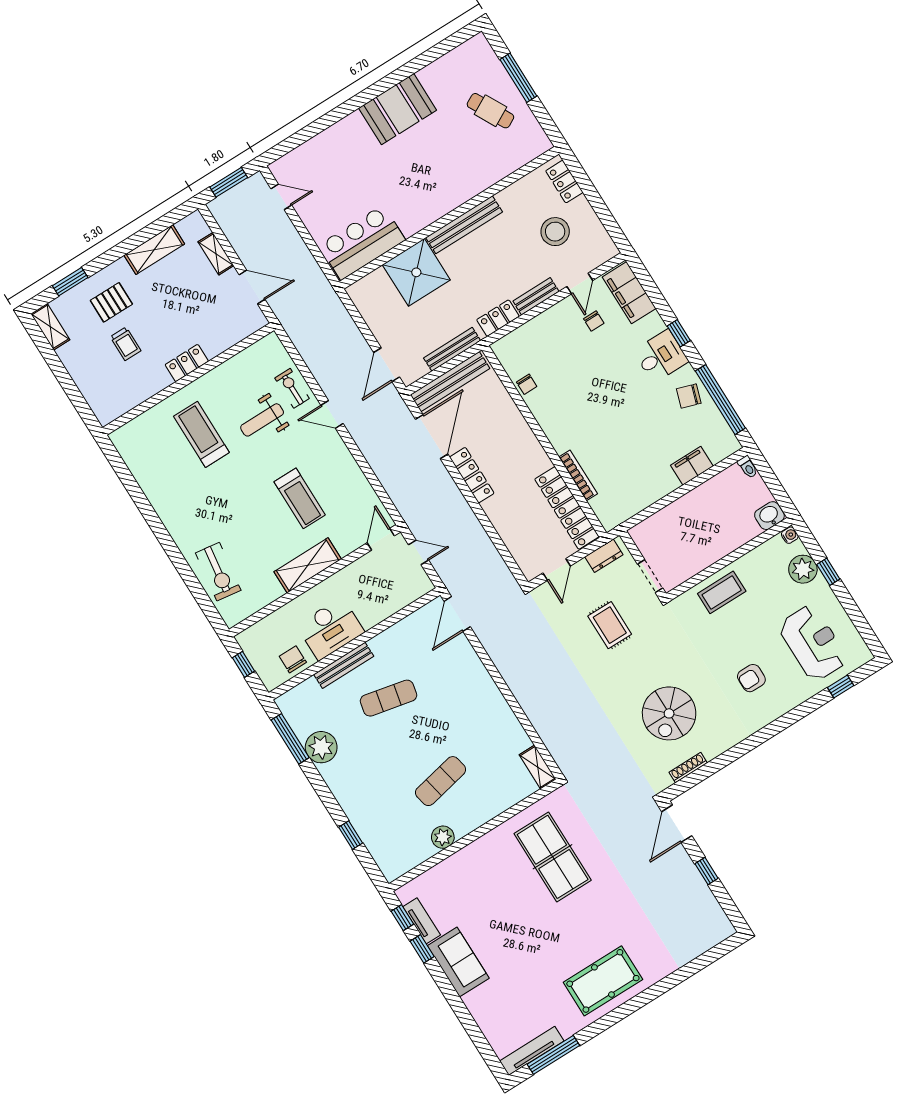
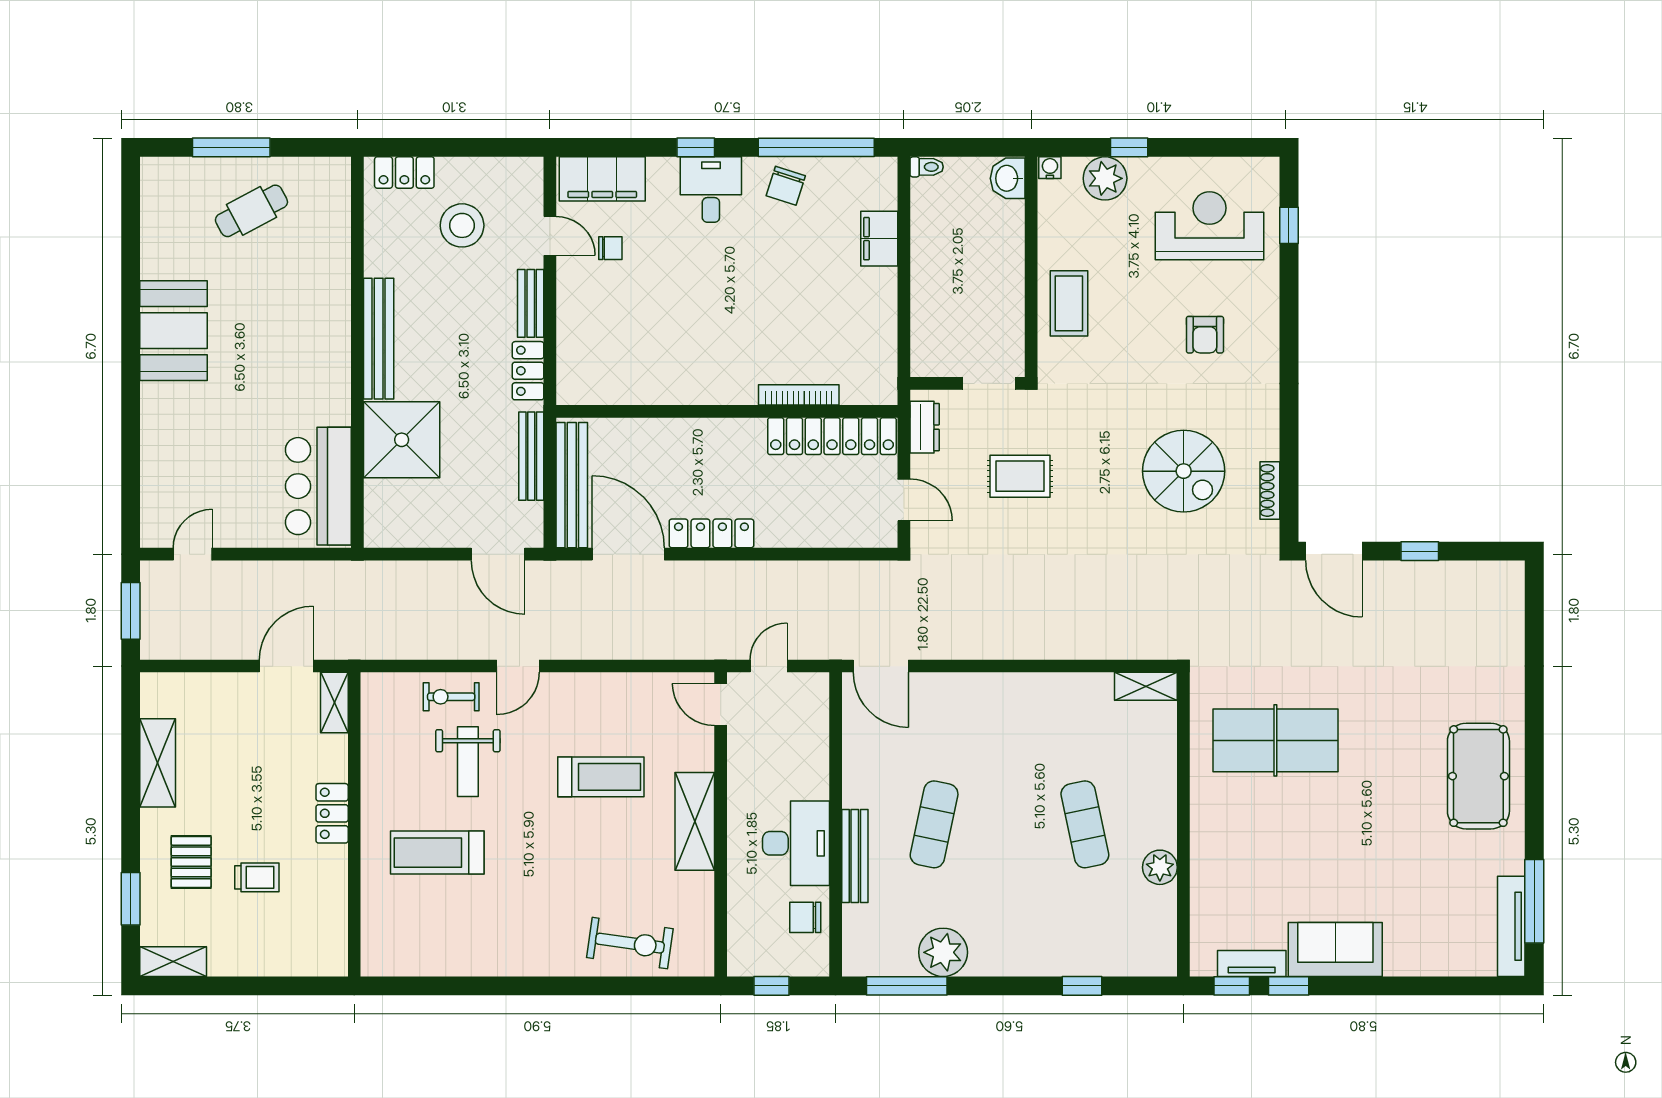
shelving: (216, 254) -> (334, 703), moved, turned 90
chair: (527, 384) -> (638, 387), removed

